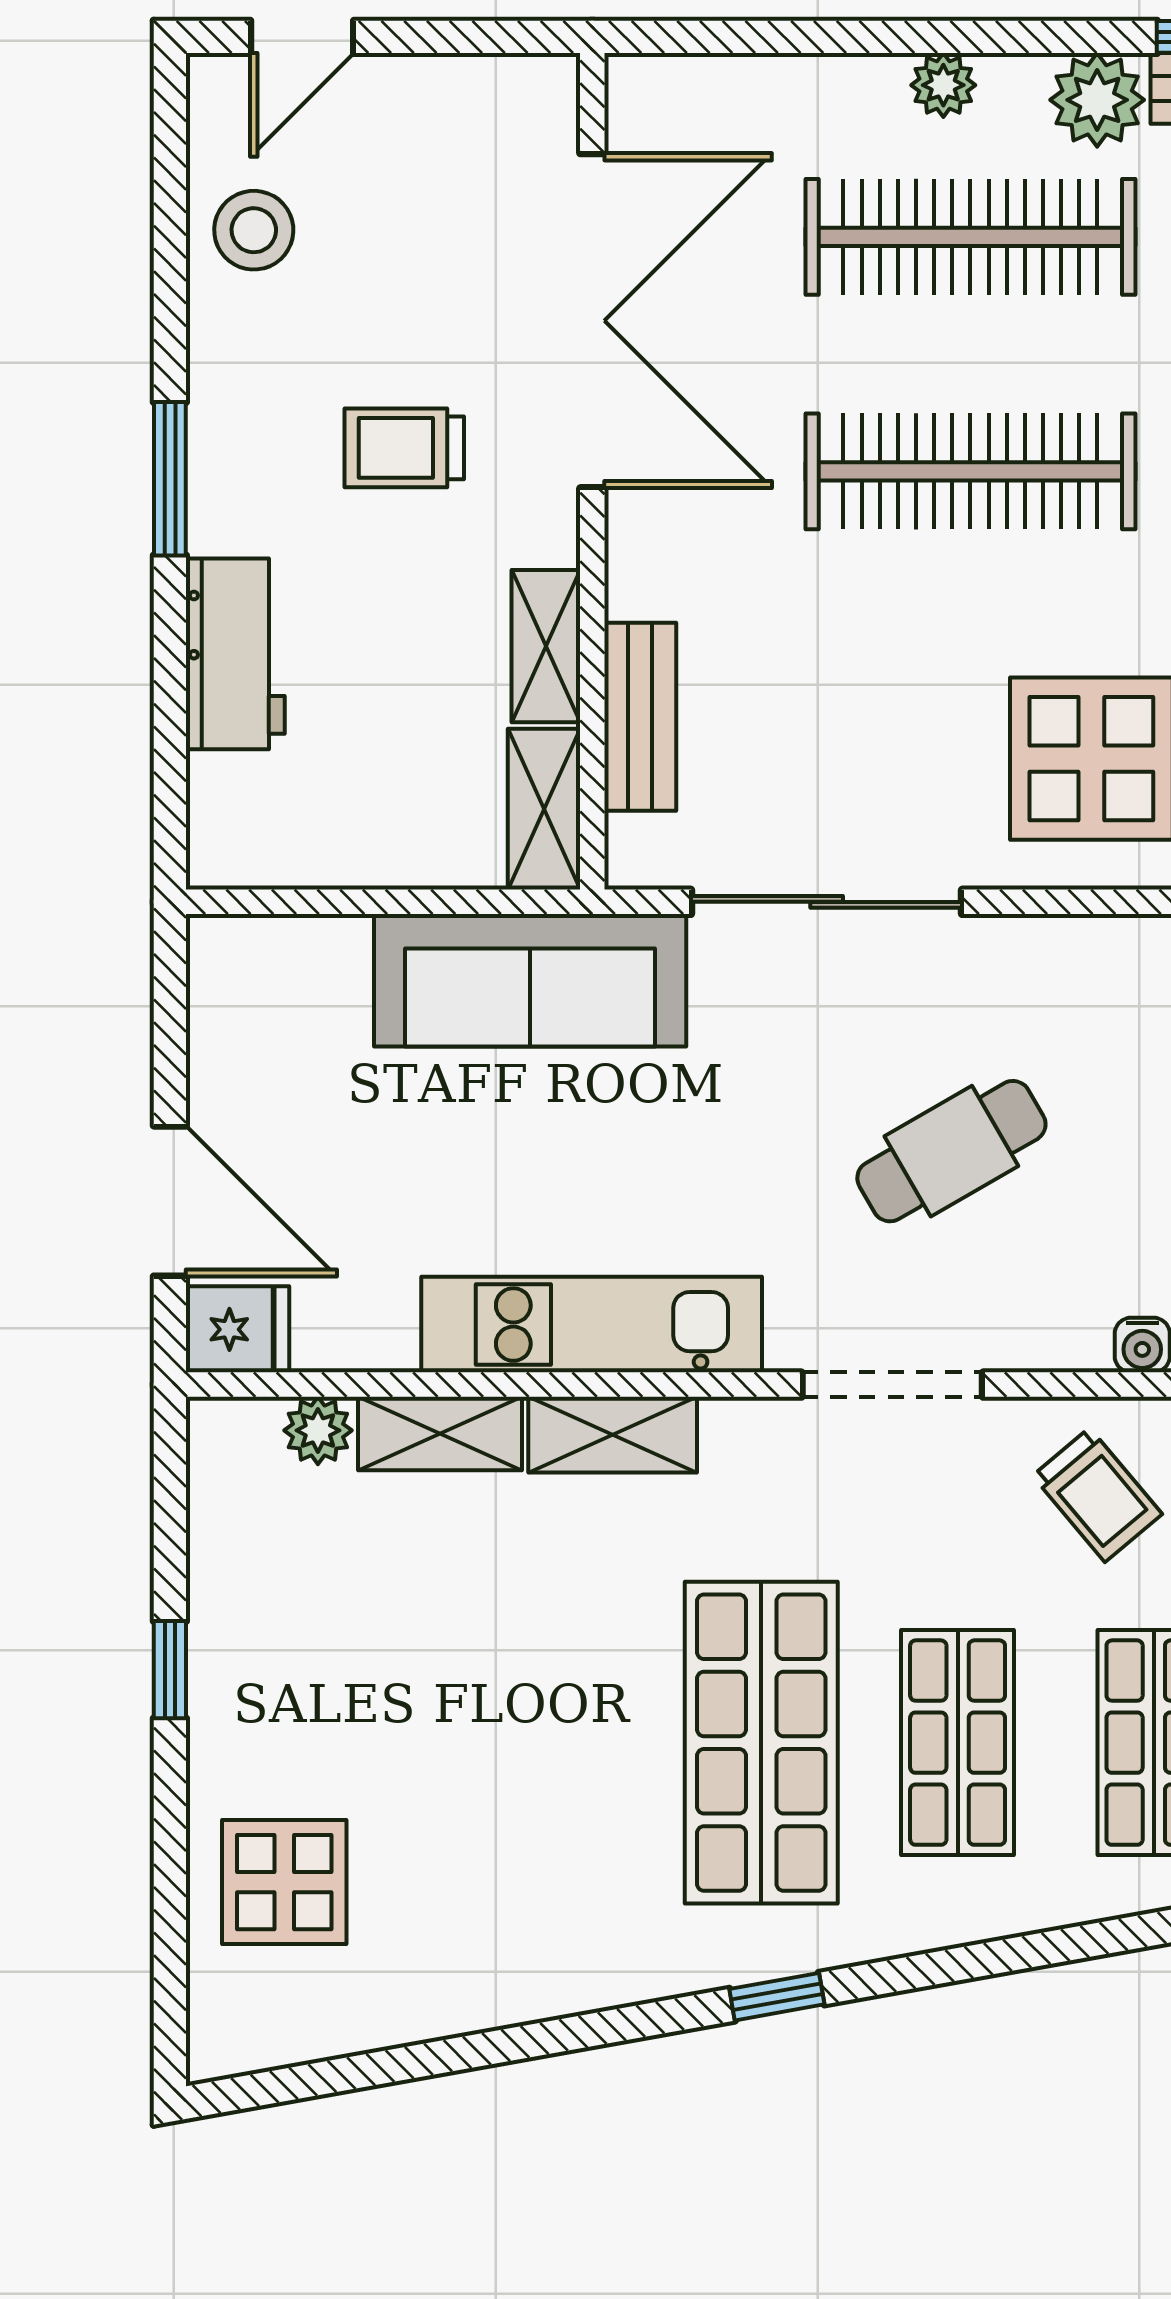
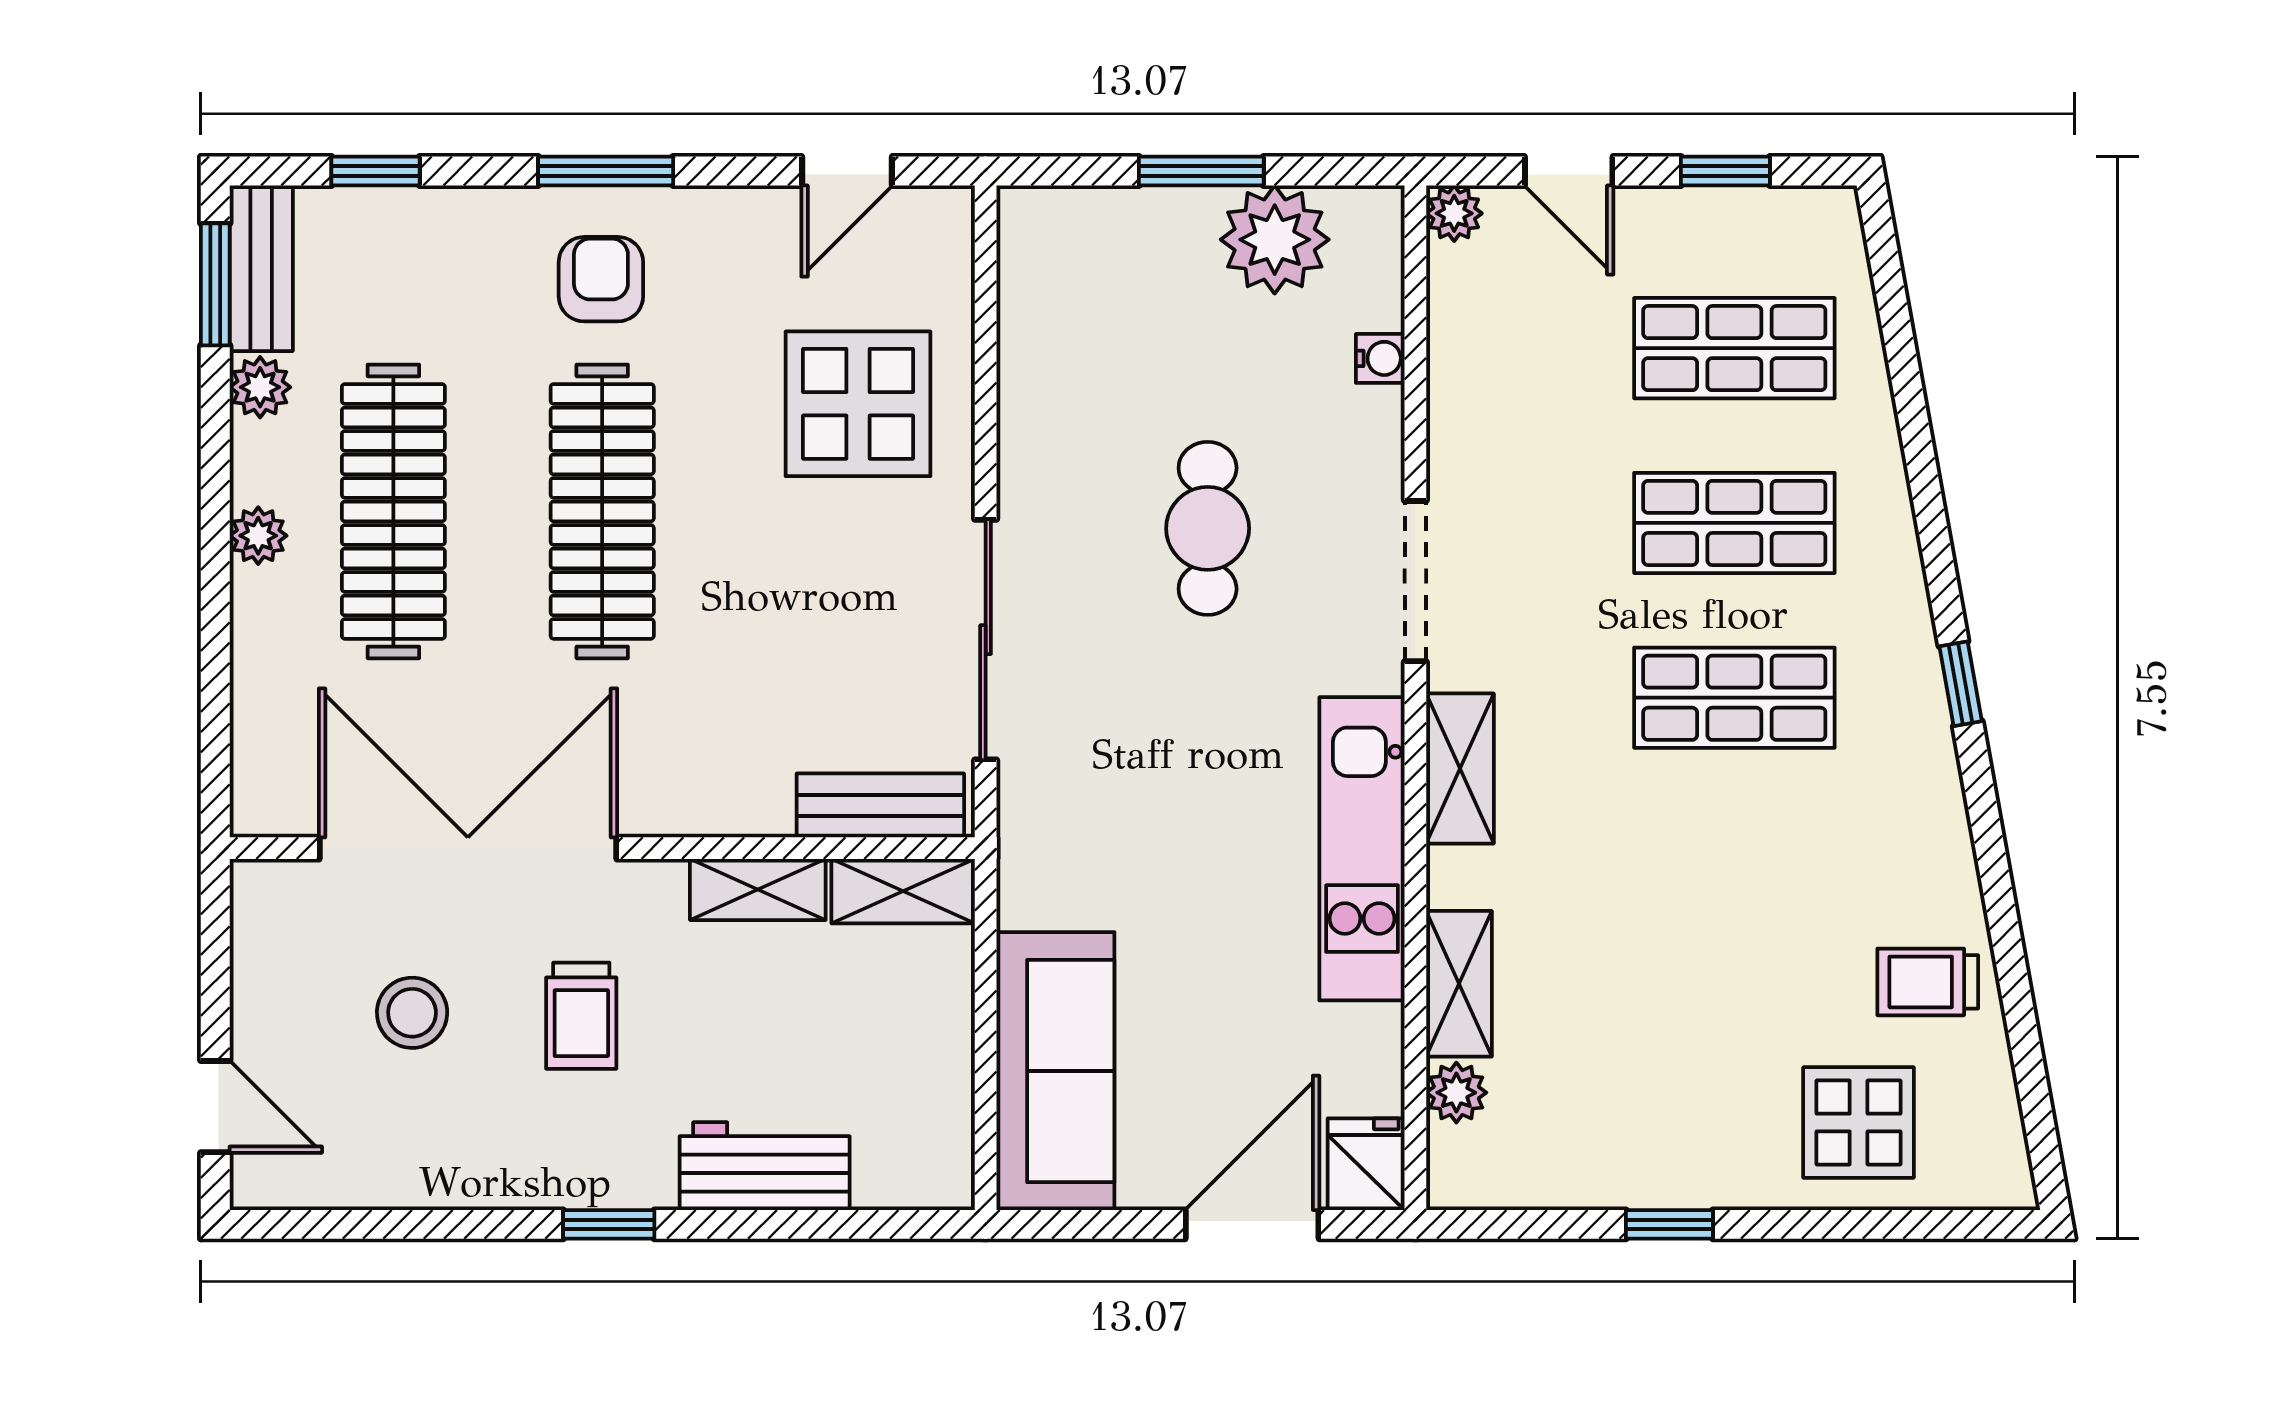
plant: (1097, 100) -> (260, 387), width x0.73, depth x0.73
stool: (254, 230) -> (412, 1013), moved
window: (170, 479) -> (609, 1224), width x0.67
bench: (640, 717) -> (880, 805), moved
sofa: (530, 980) -> (1055, 1071), moved
cafe table: (951, 1151) -> (1208, 528), turned 30
shelving: (613, 1435) -> (1460, 768), moved
trolley: (1097, 1495) -> (1928, 982), moved, turned -140
shop shelf: (761, 1743) -> (1734, 698), width x0.70, depth x0.74

